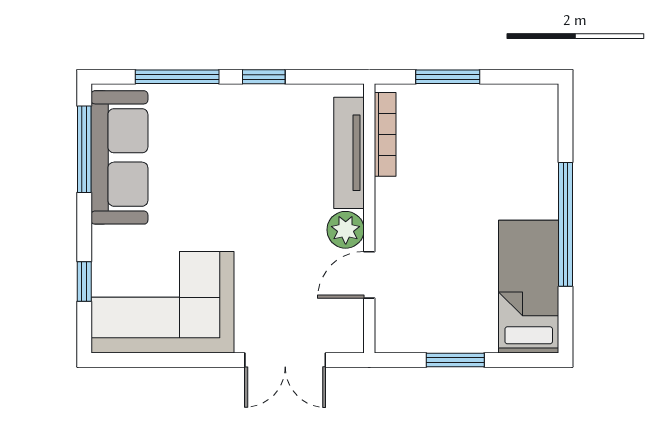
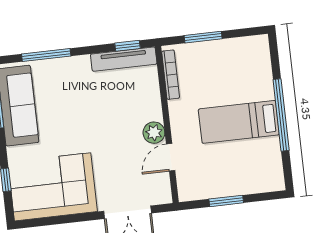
window: (264, 77) -> (128, 46), moved
tv unit: (349, 153) -> (124, 59), moved, turned -90
bed: (529, 287) -> (239, 122), moved, turned -90

